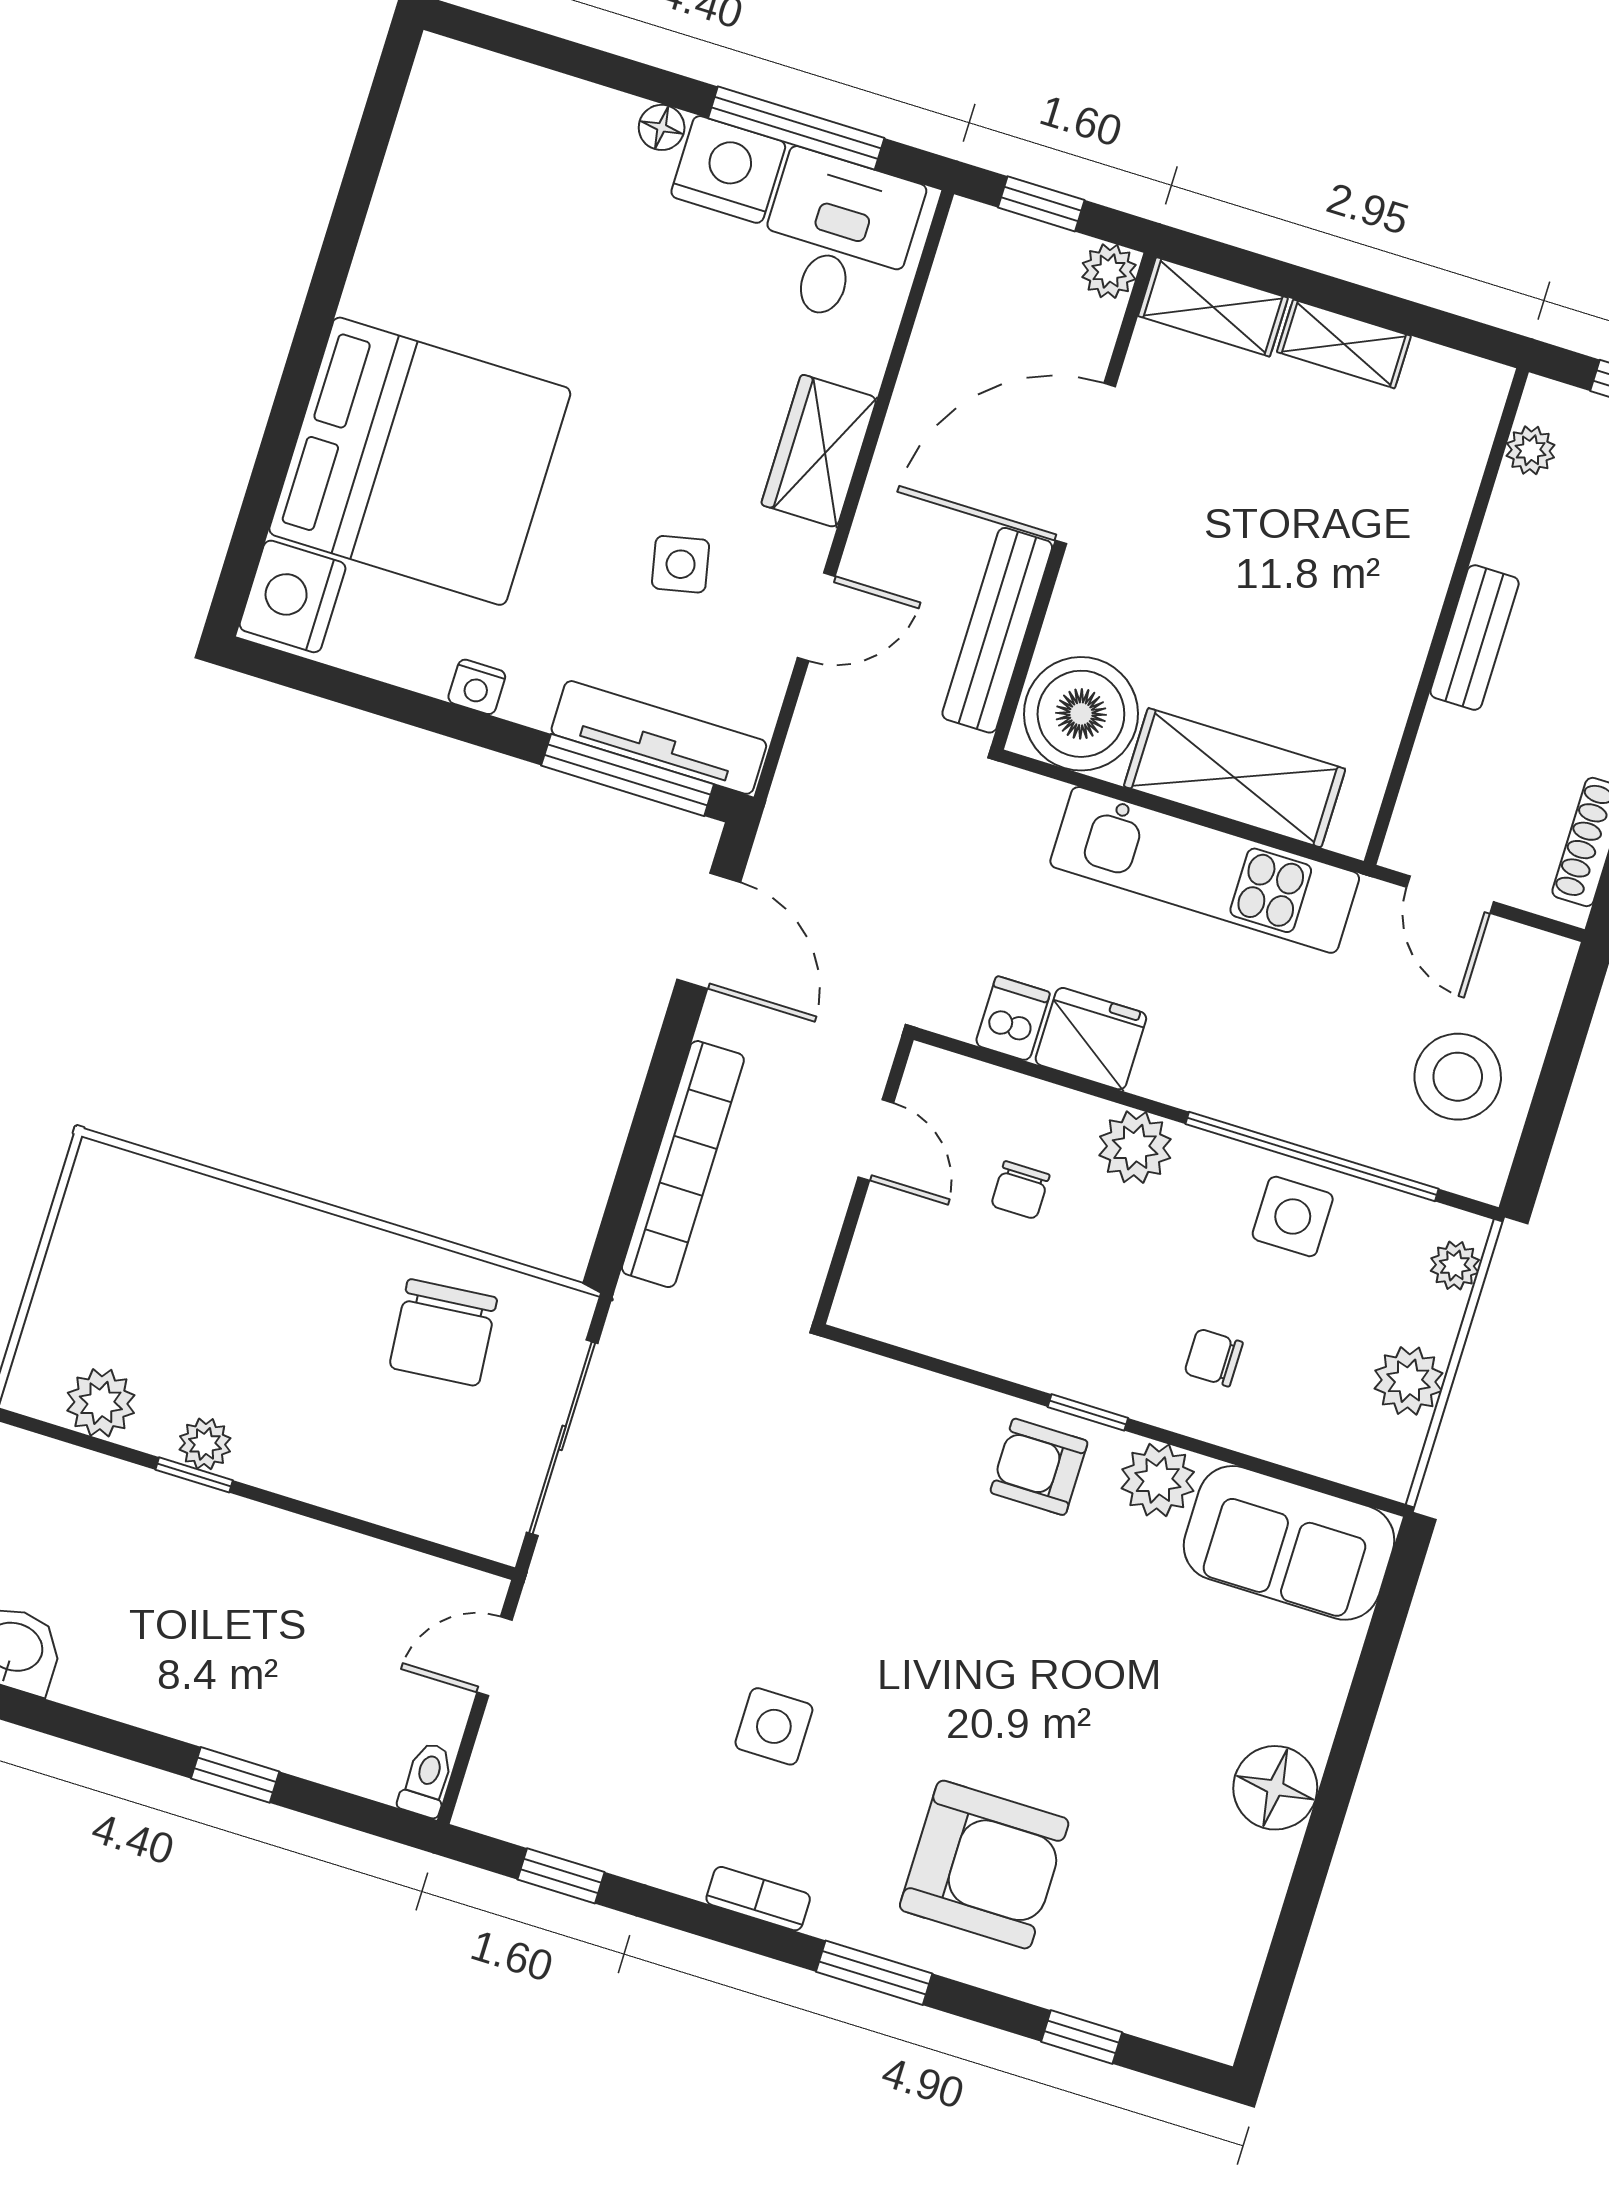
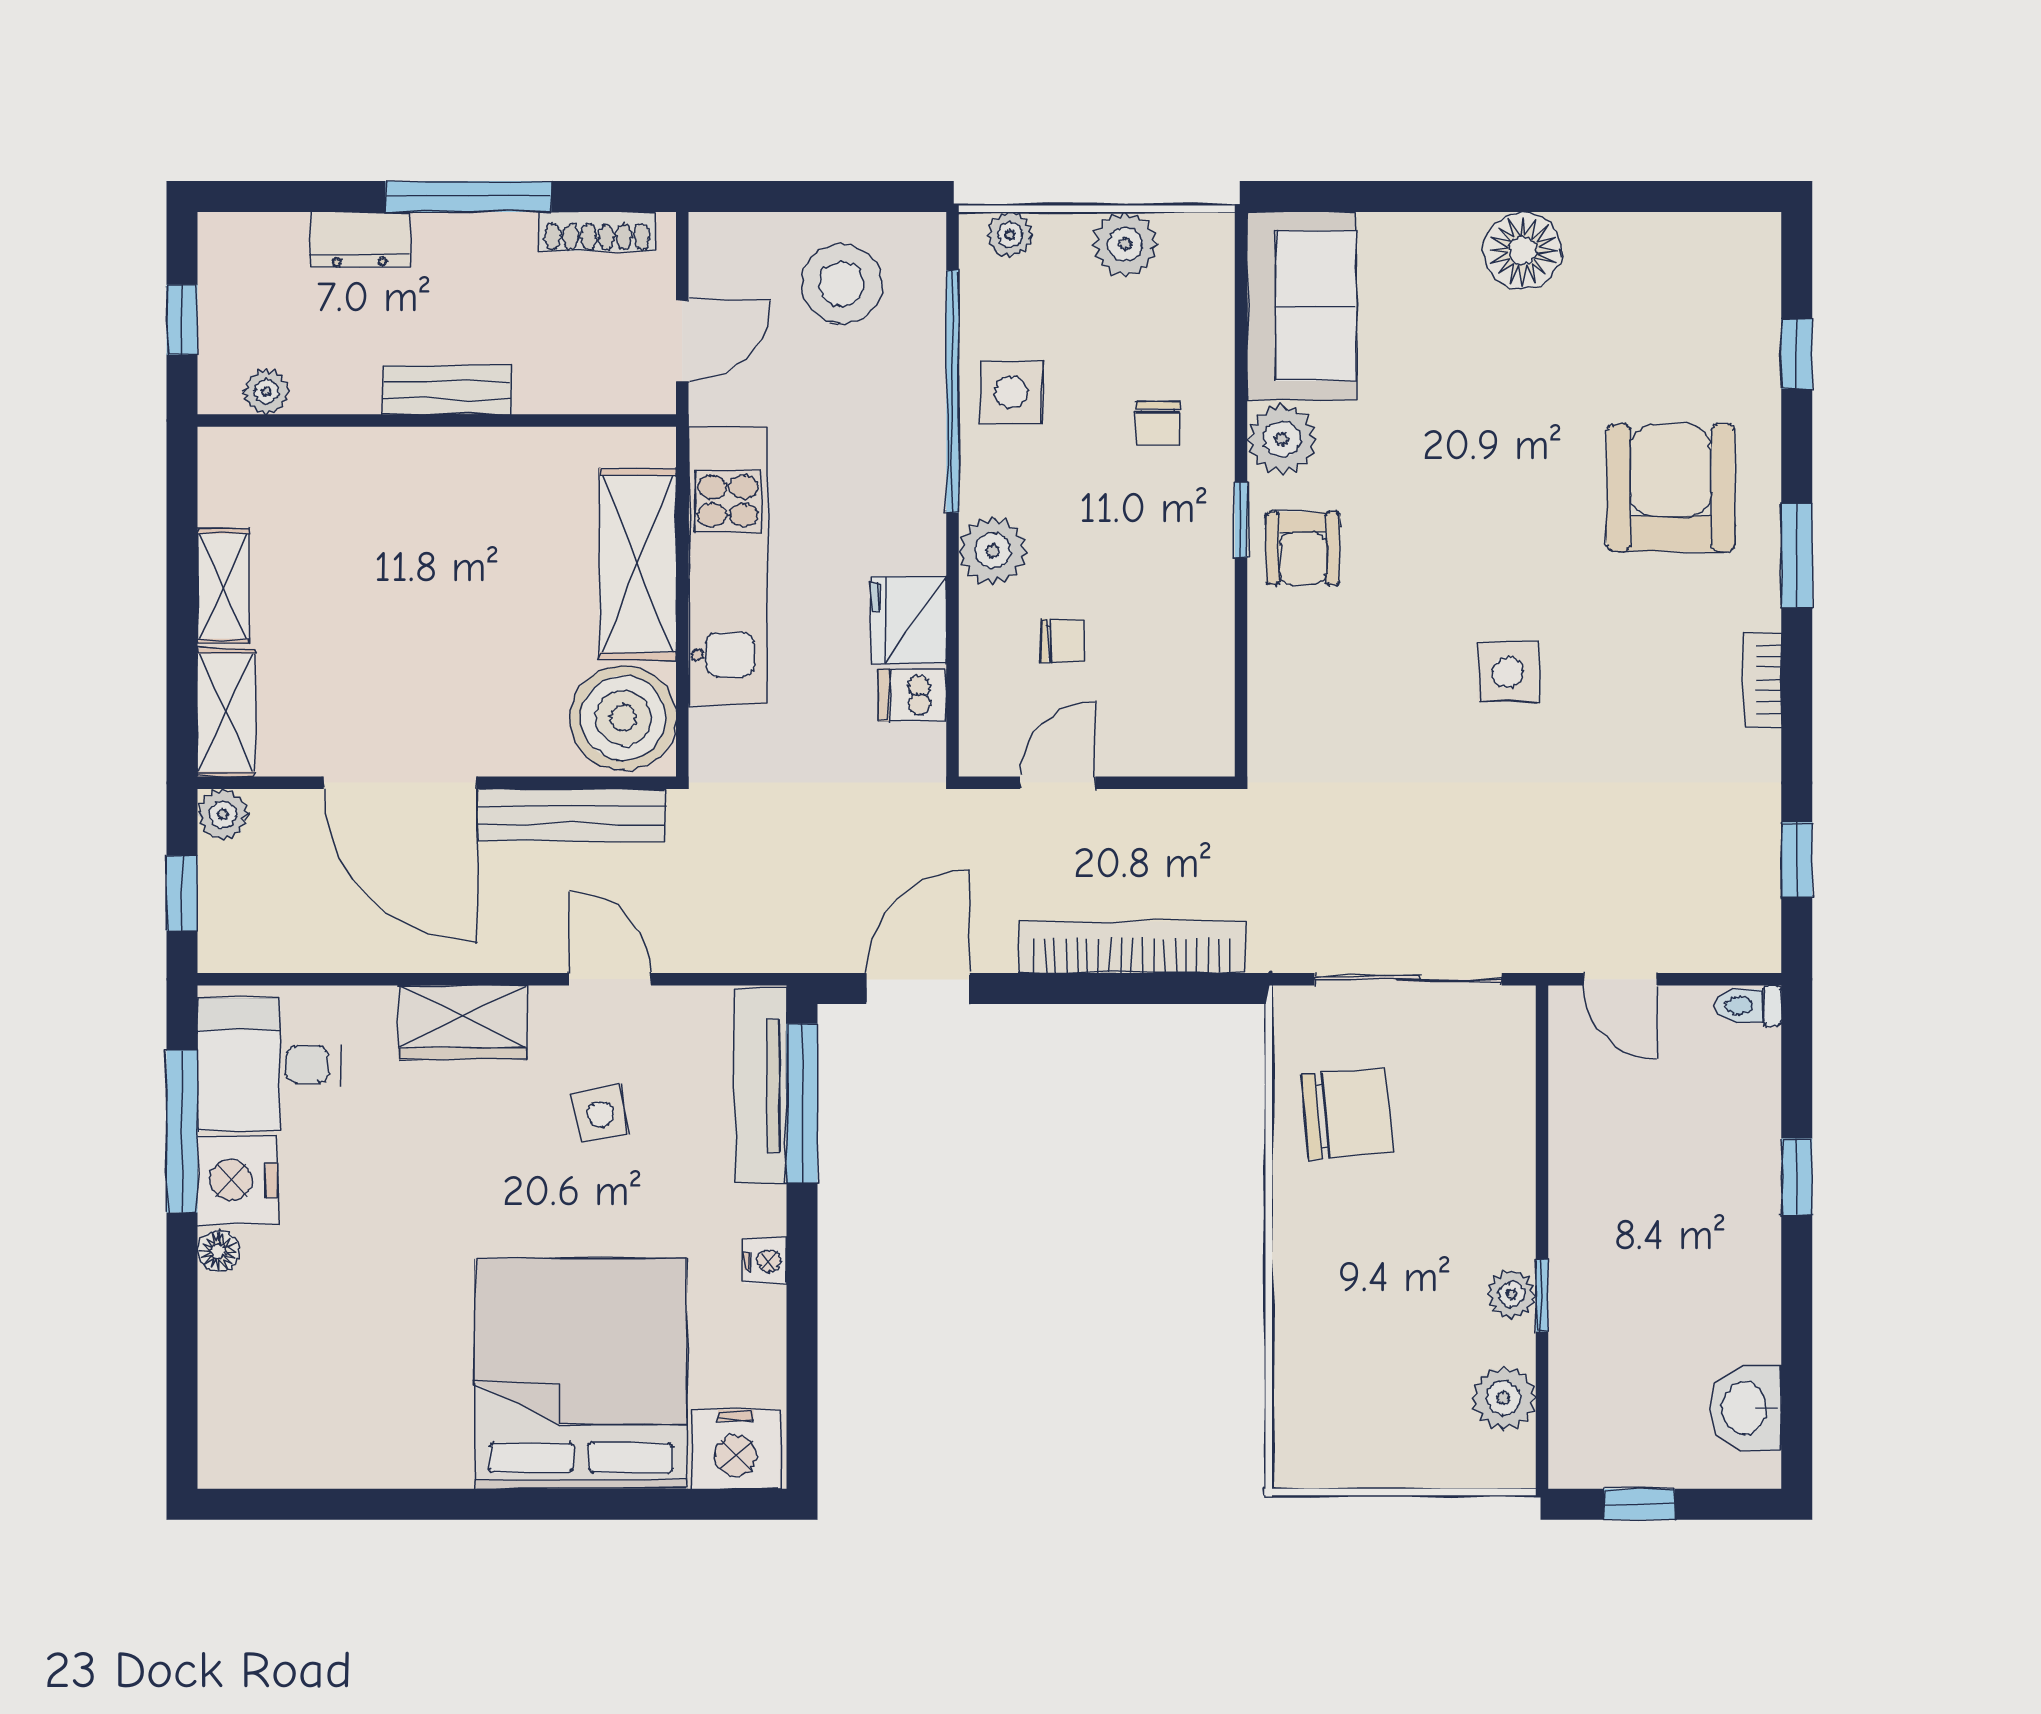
side table: (774, 1726) -> (1507, 672), moved

